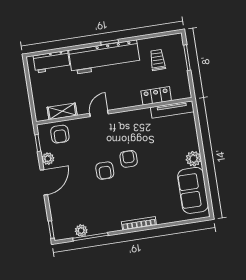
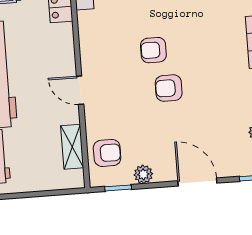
armchair: (105, 171) -> (169, 88), turned 180
door: (44, 182) -> (197, 182), moved

